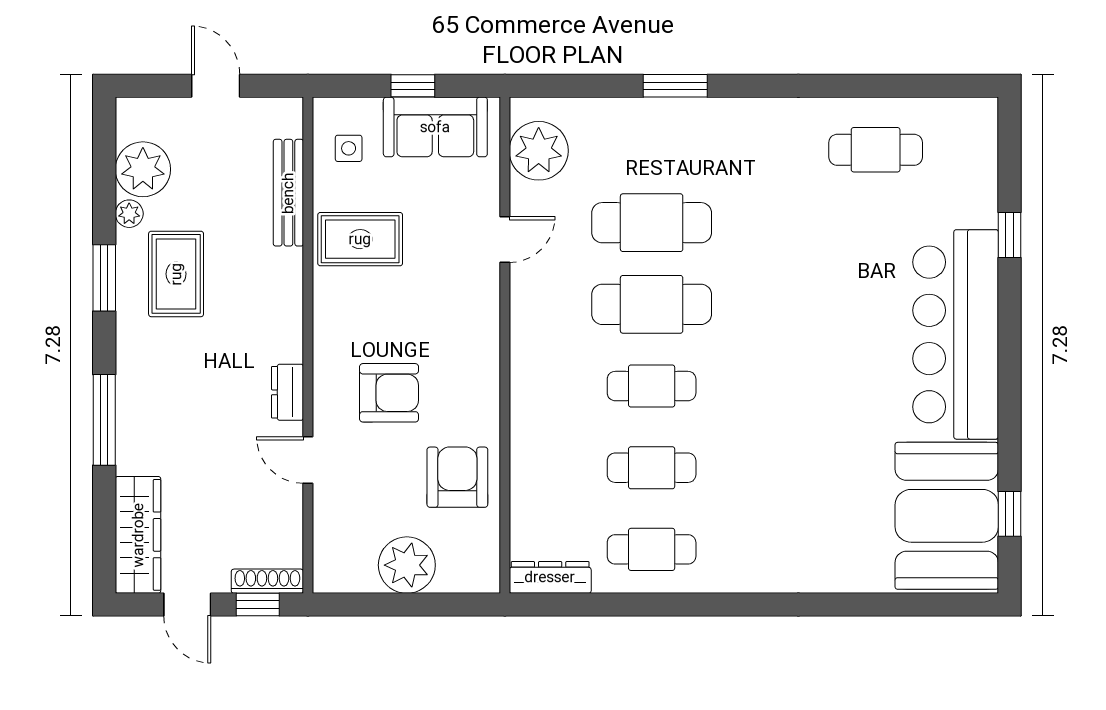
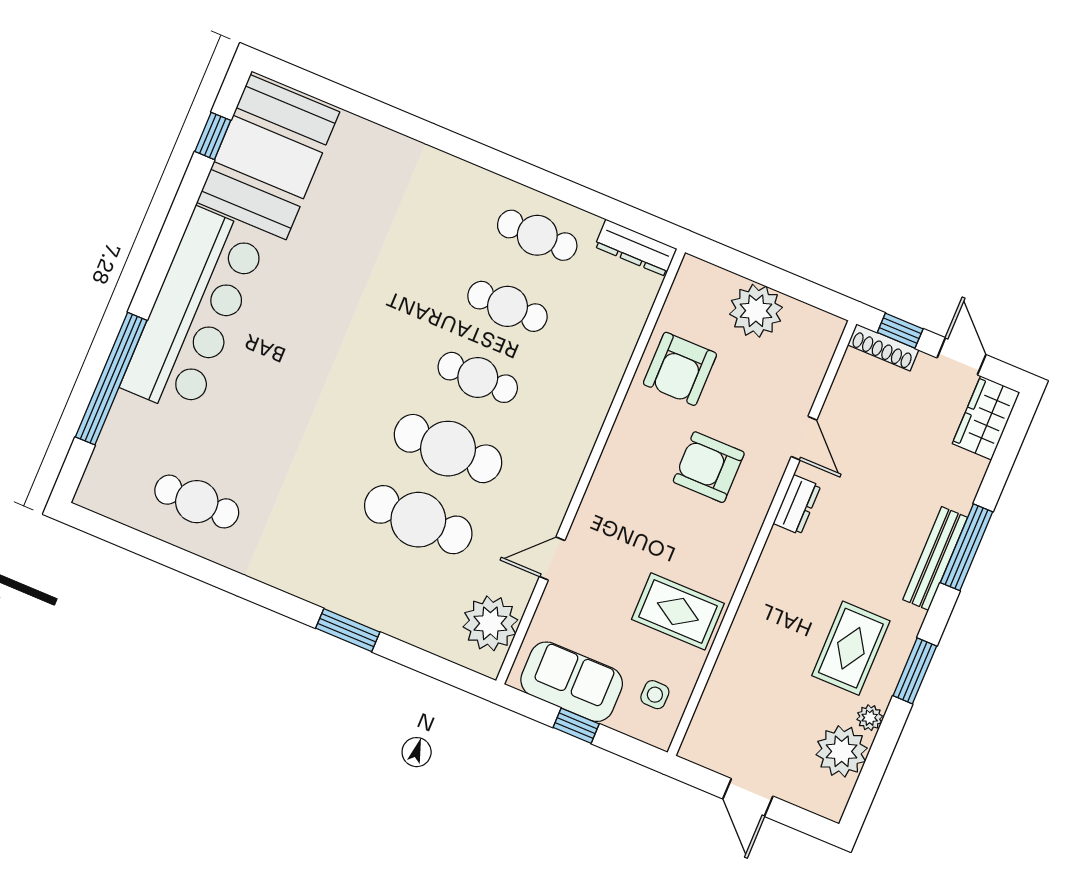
bench: (288, 193) -> (935, 558), moved
window: (1009, 235) -> (111, 379), width x3.17
wardrobe: (138, 535) -> (986, 418), width x0.67

